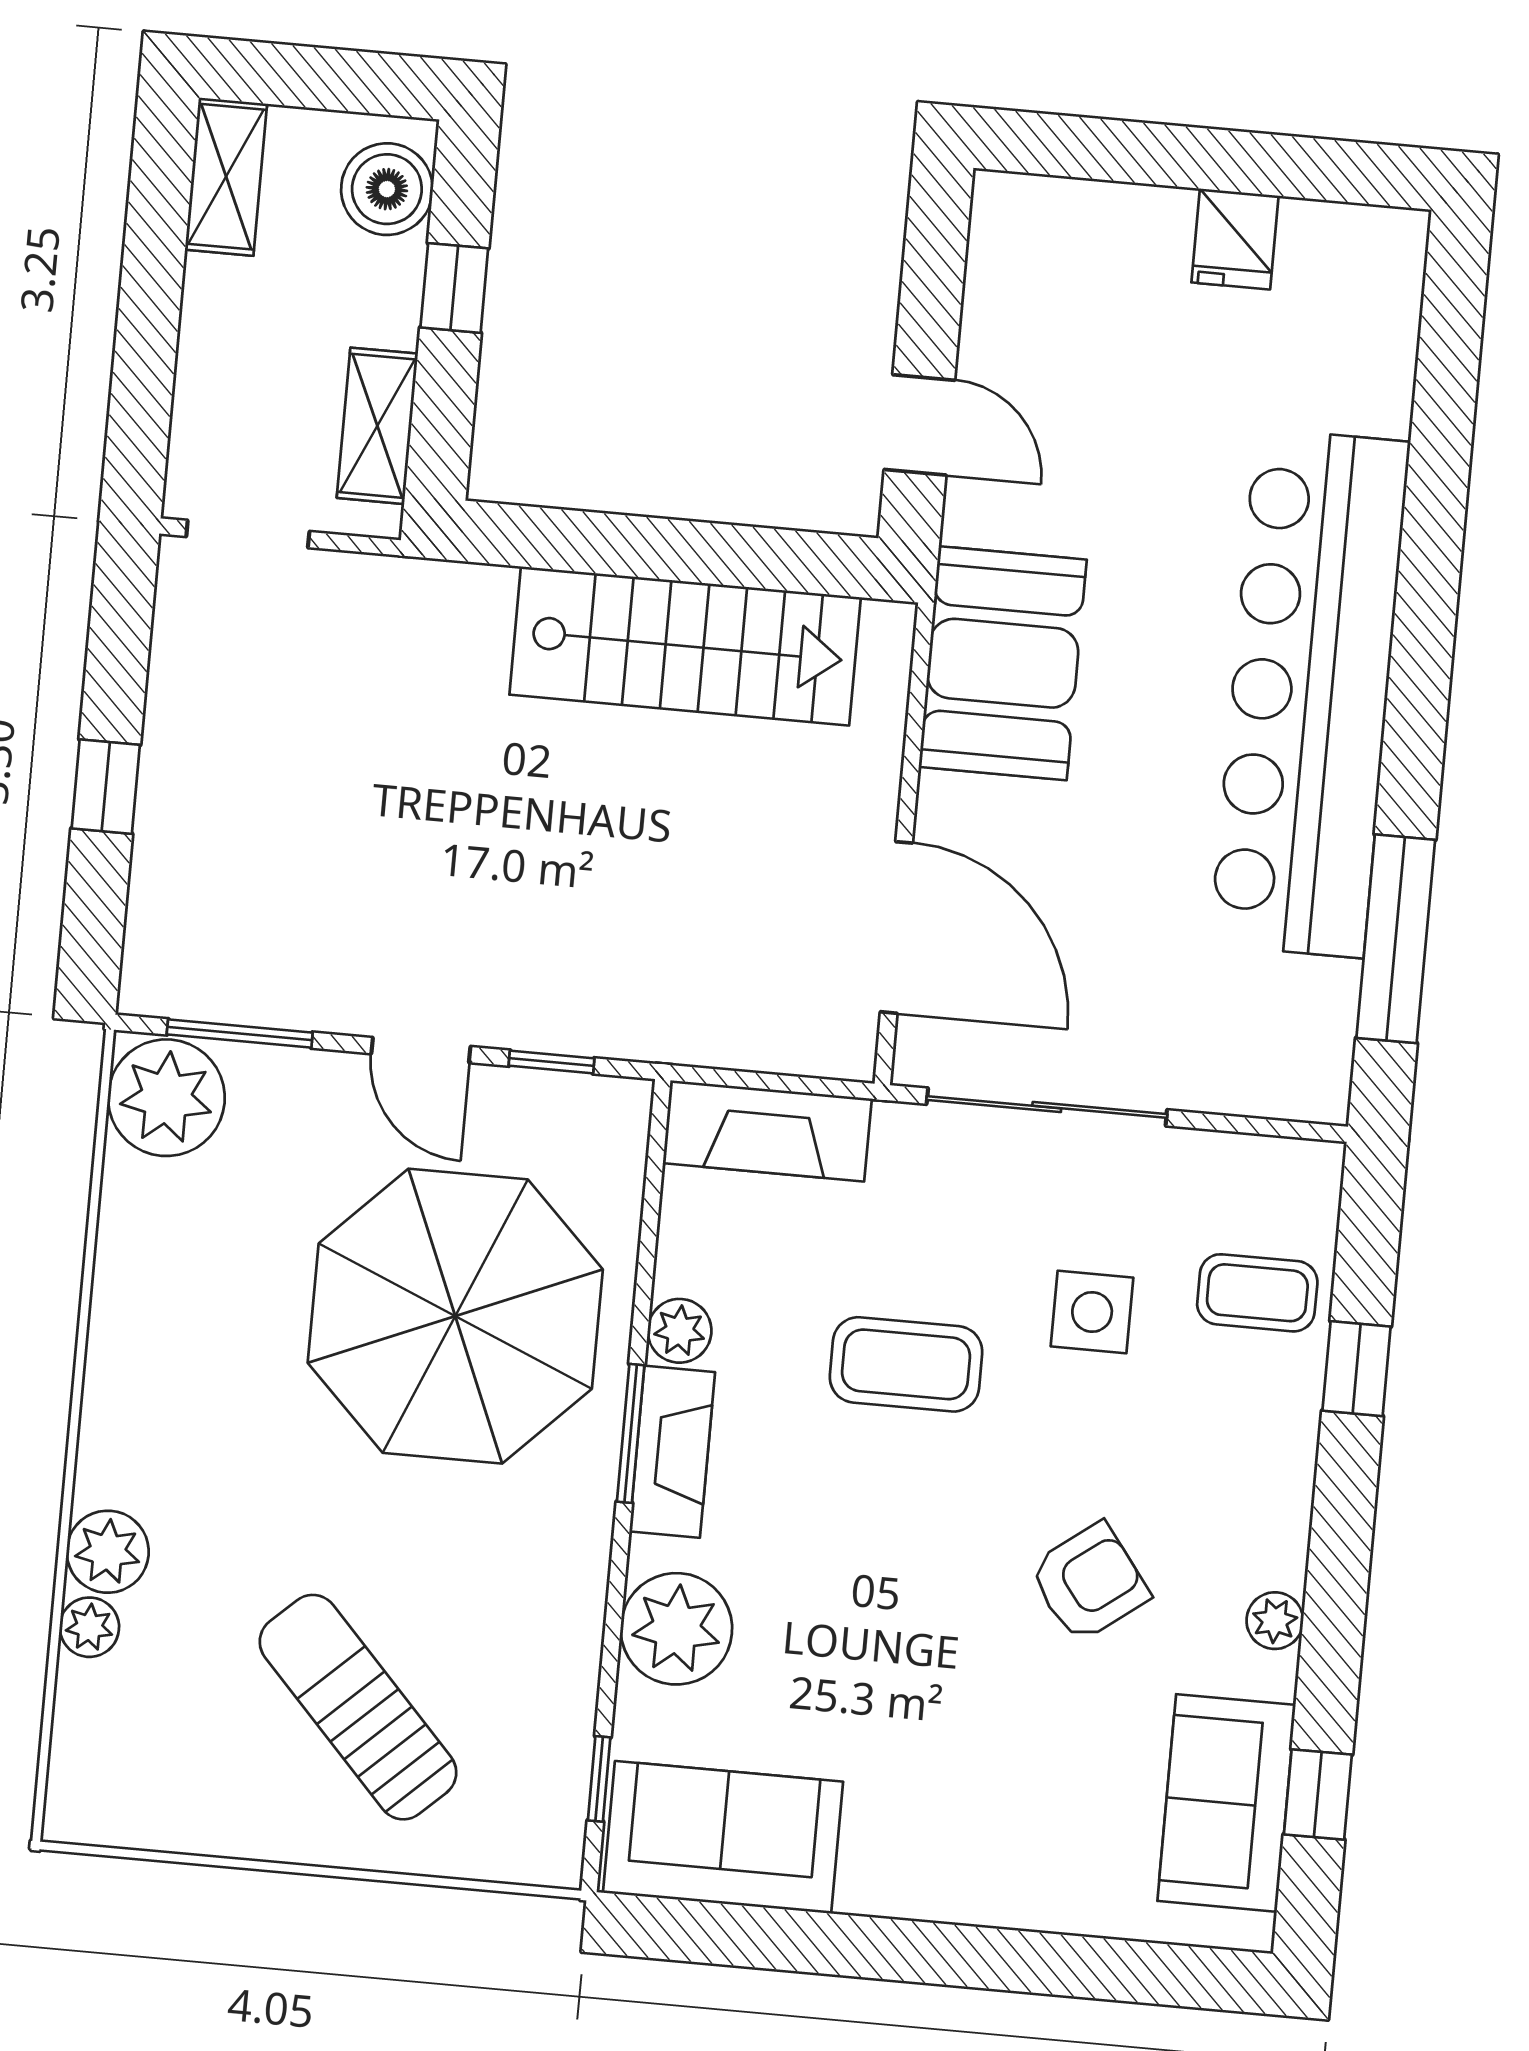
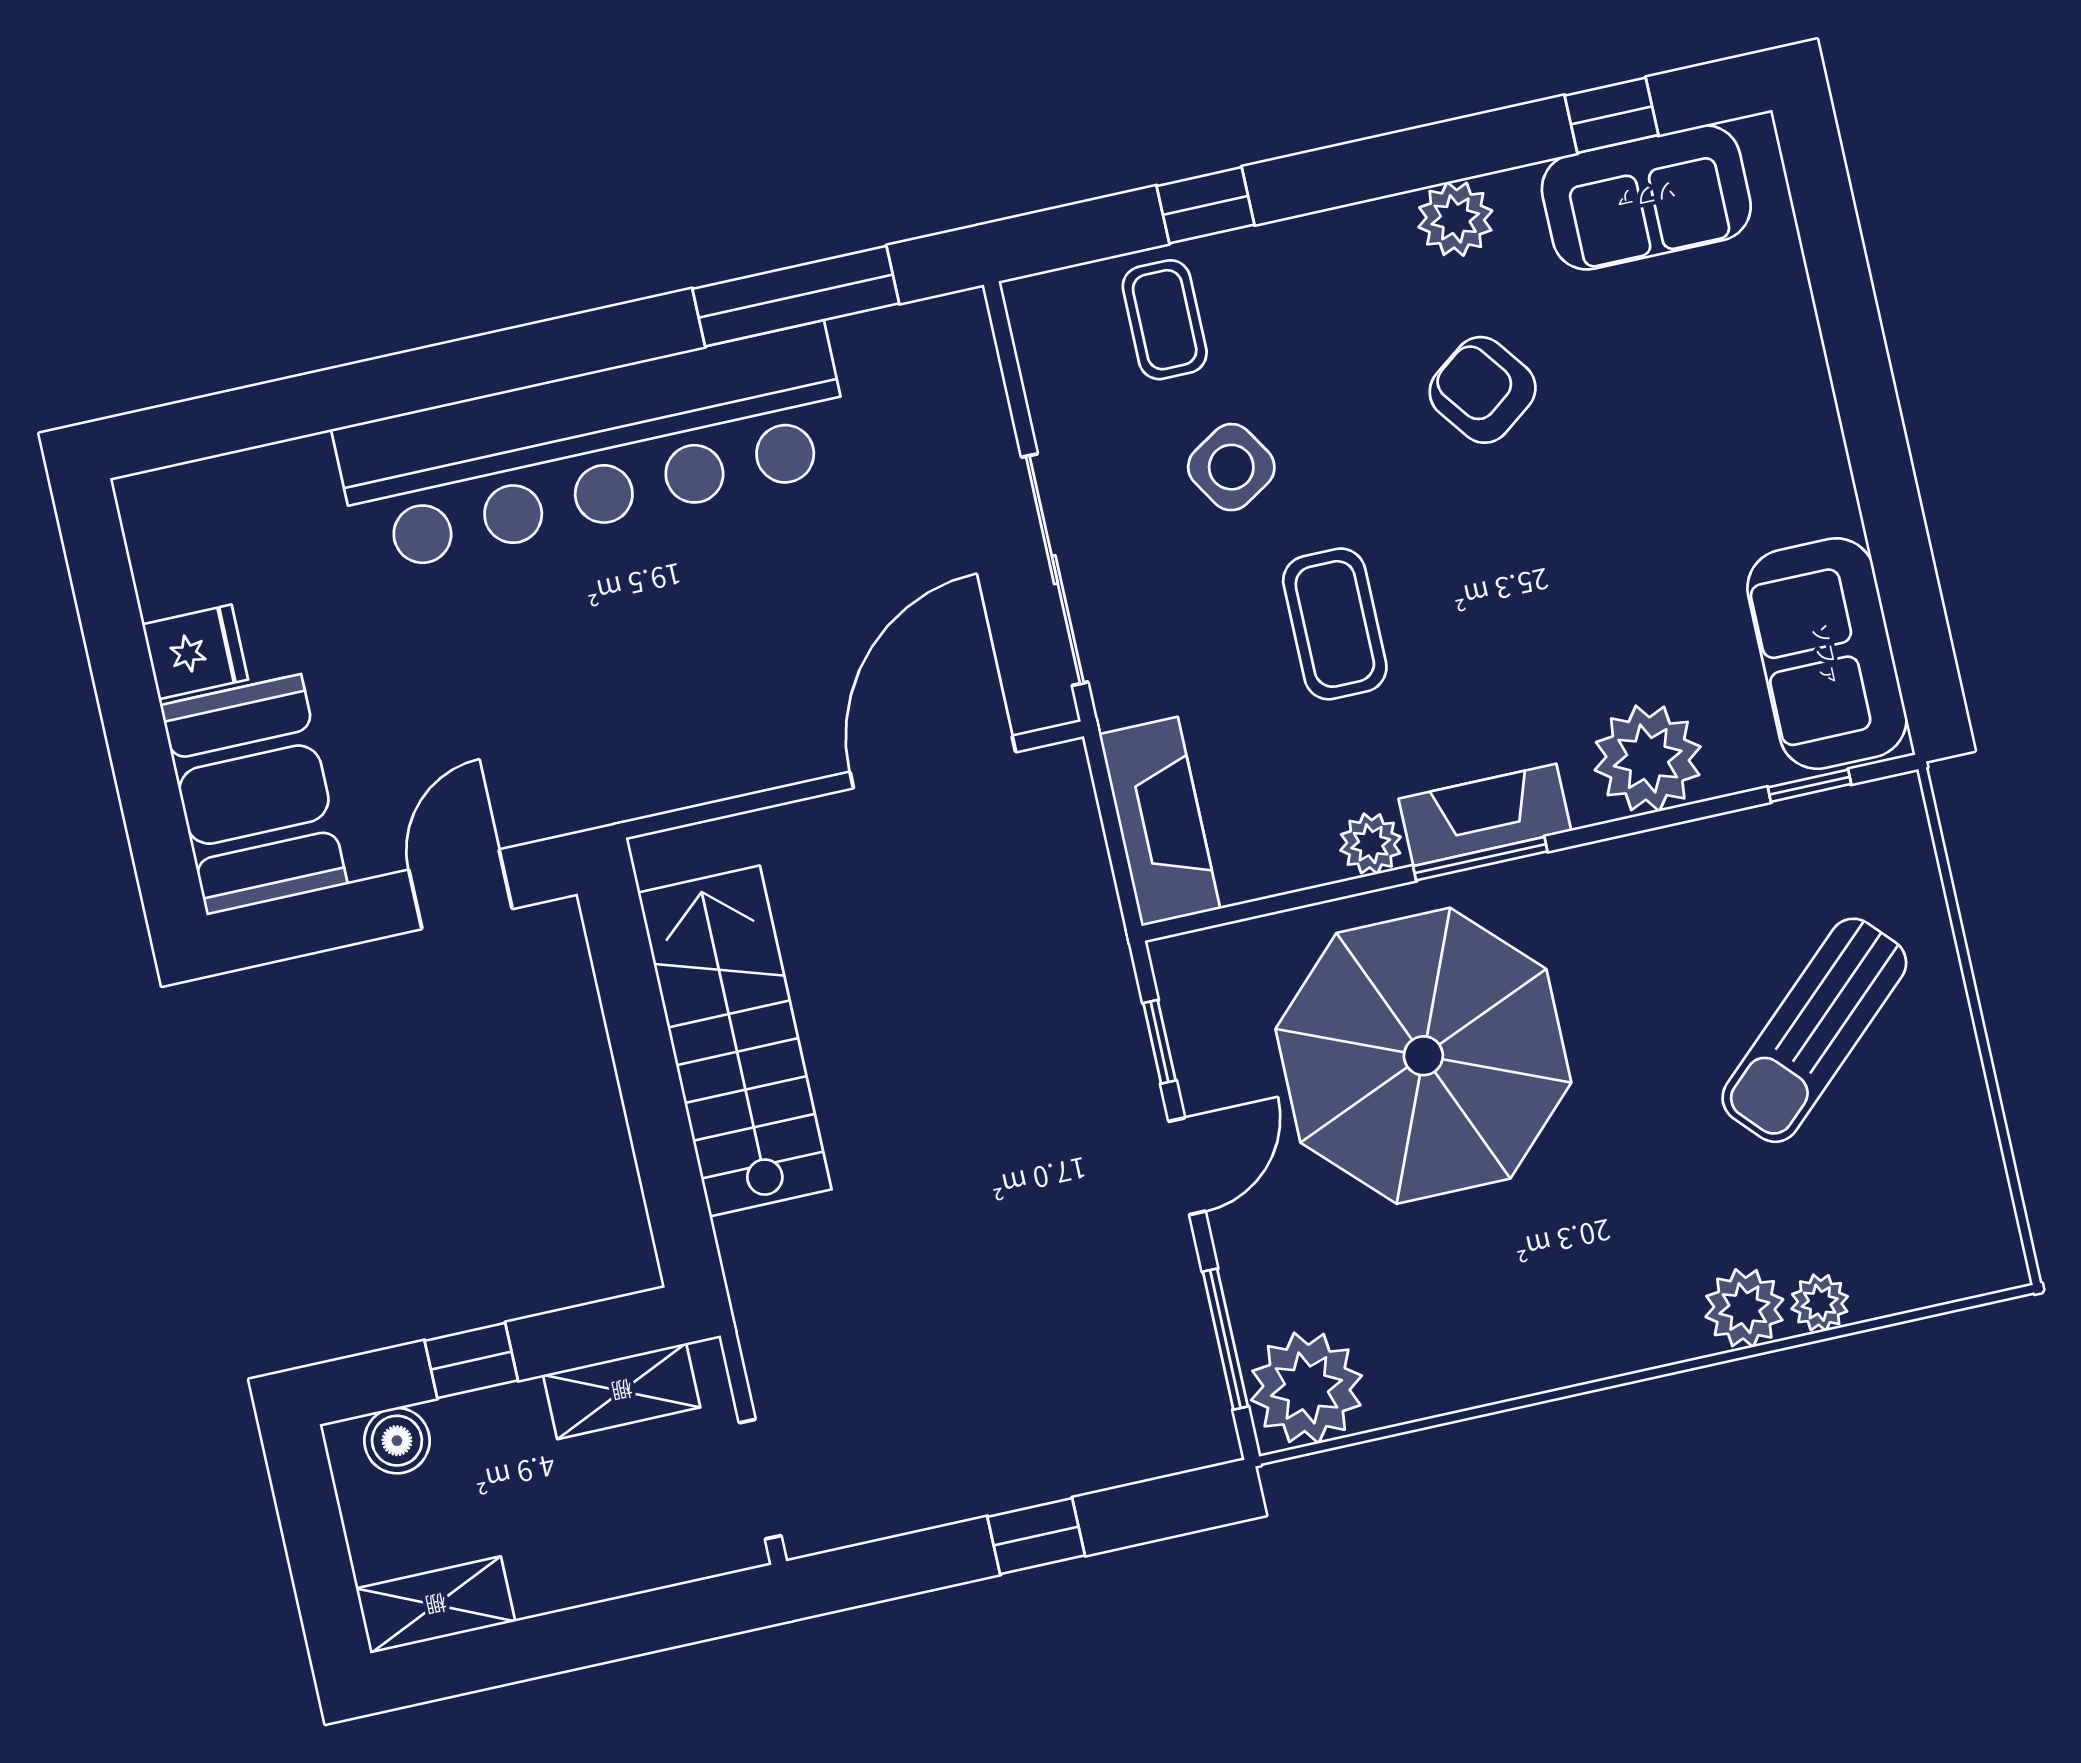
boiler: (387, 189) -> (397, 1441), width x0.73, depth x0.73
booth: (1003, 663) -> (254, 795), moved, turned 90
side table: (1092, 1312) -> (1231, 467), turned -32
plant: (1275, 1621) -> (1455, 219), width x1.38, depth x1.38

